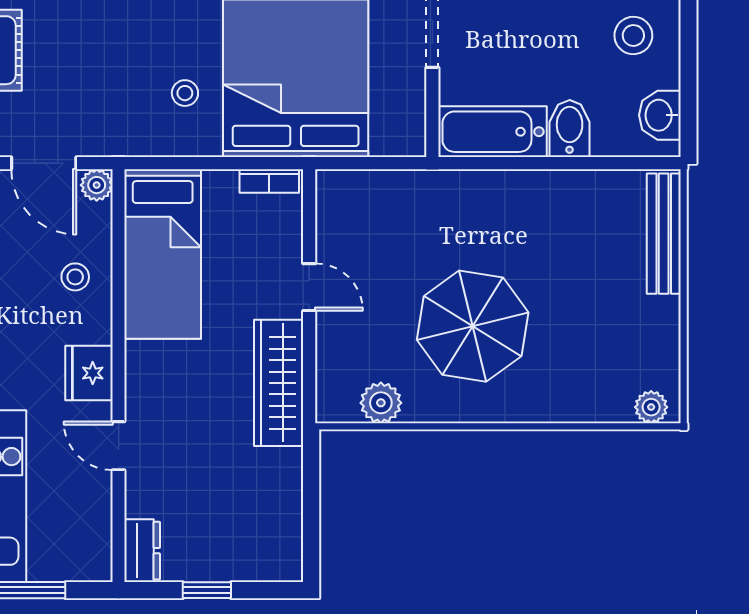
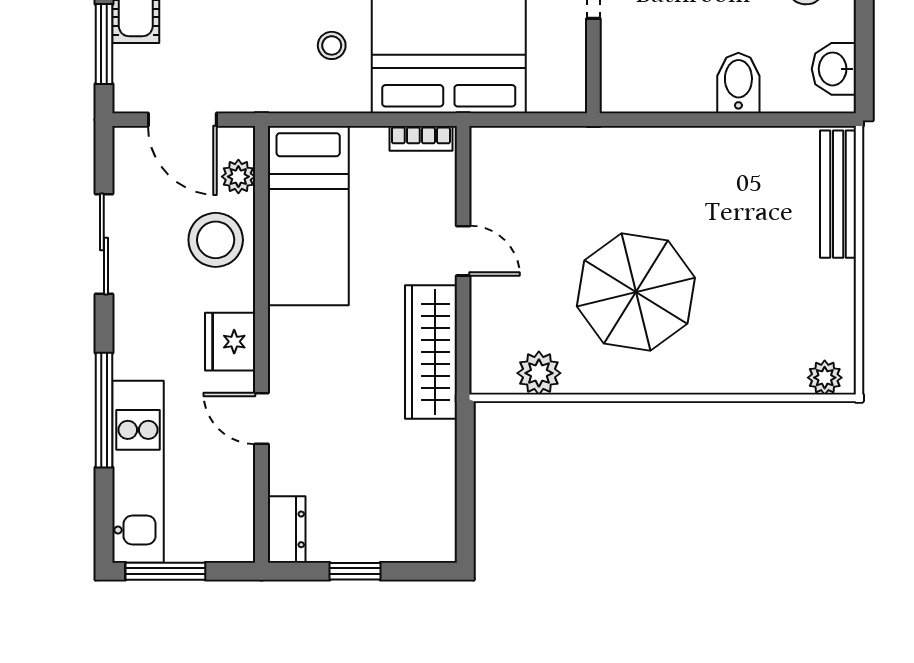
bathtub: (492, 132) -> (657, 86), removed
plant: (97, 185) -> (238, 177), moved
stool: (75, 277) -> (216, 240), width x1.89, depth x1.89

